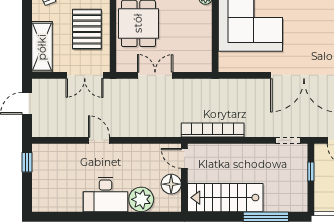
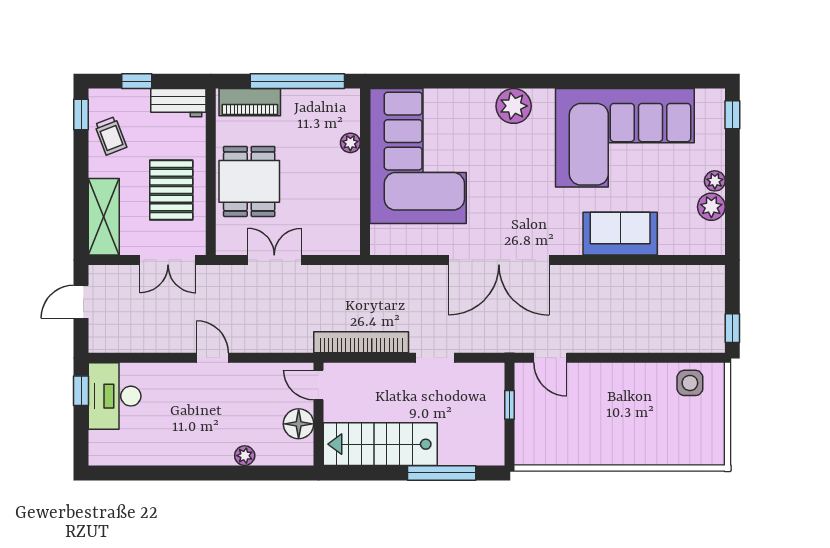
door: (99, 140) -> (212, 358), moved
doorway: (288, 140) -> (435, 358), moved
desk: (105, 194) -> (115, 396), moved, turned 90
plant: (141, 199) -> (245, 456), width x0.53, depth x0.53

